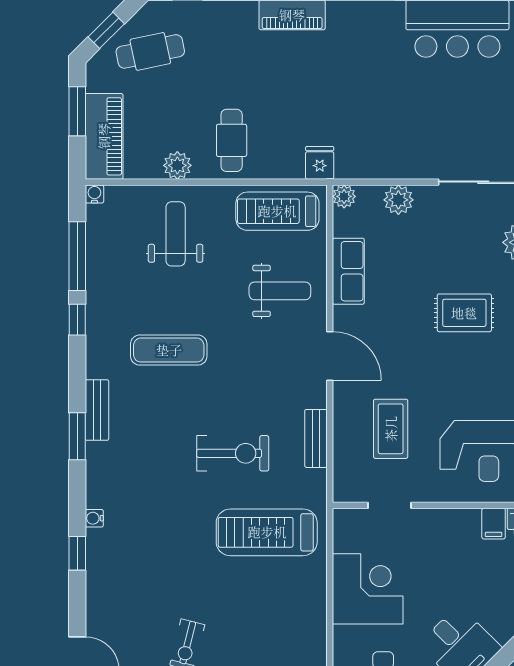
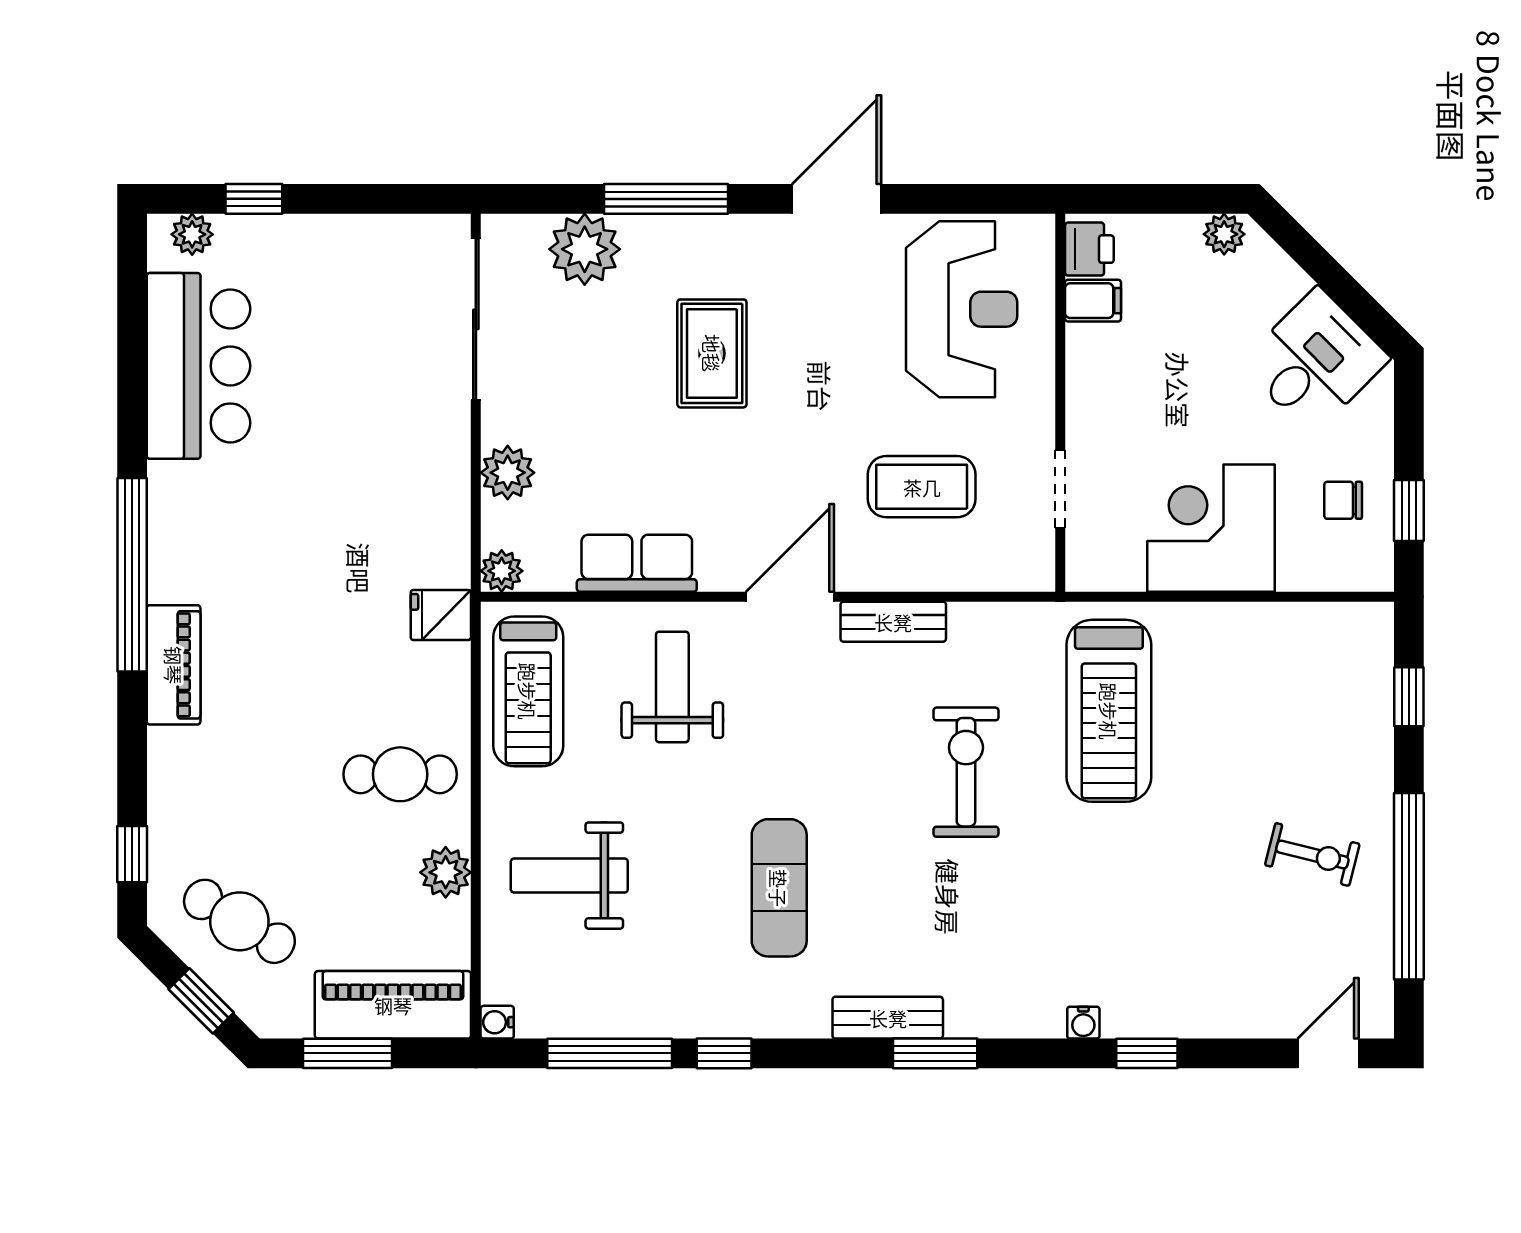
cafe table: (150, 51) -> (239, 921), turned -47
bench: (316, 438) -> (893, 622), moved

